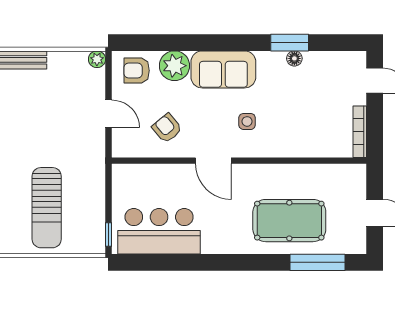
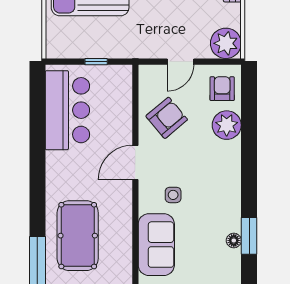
plant: (97, 59) -> (226, 43), width x1.88, depth x1.88
sofa: (223, 69) -> (156, 245), moved, turned 180
armchair: (167, 128) -> (167, 118), width x1.38, depth x1.38
window: (109, 234) -> (96, 62), moved

